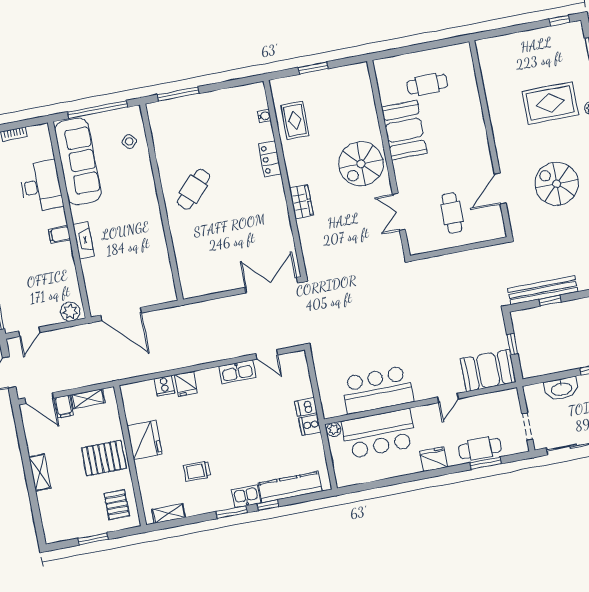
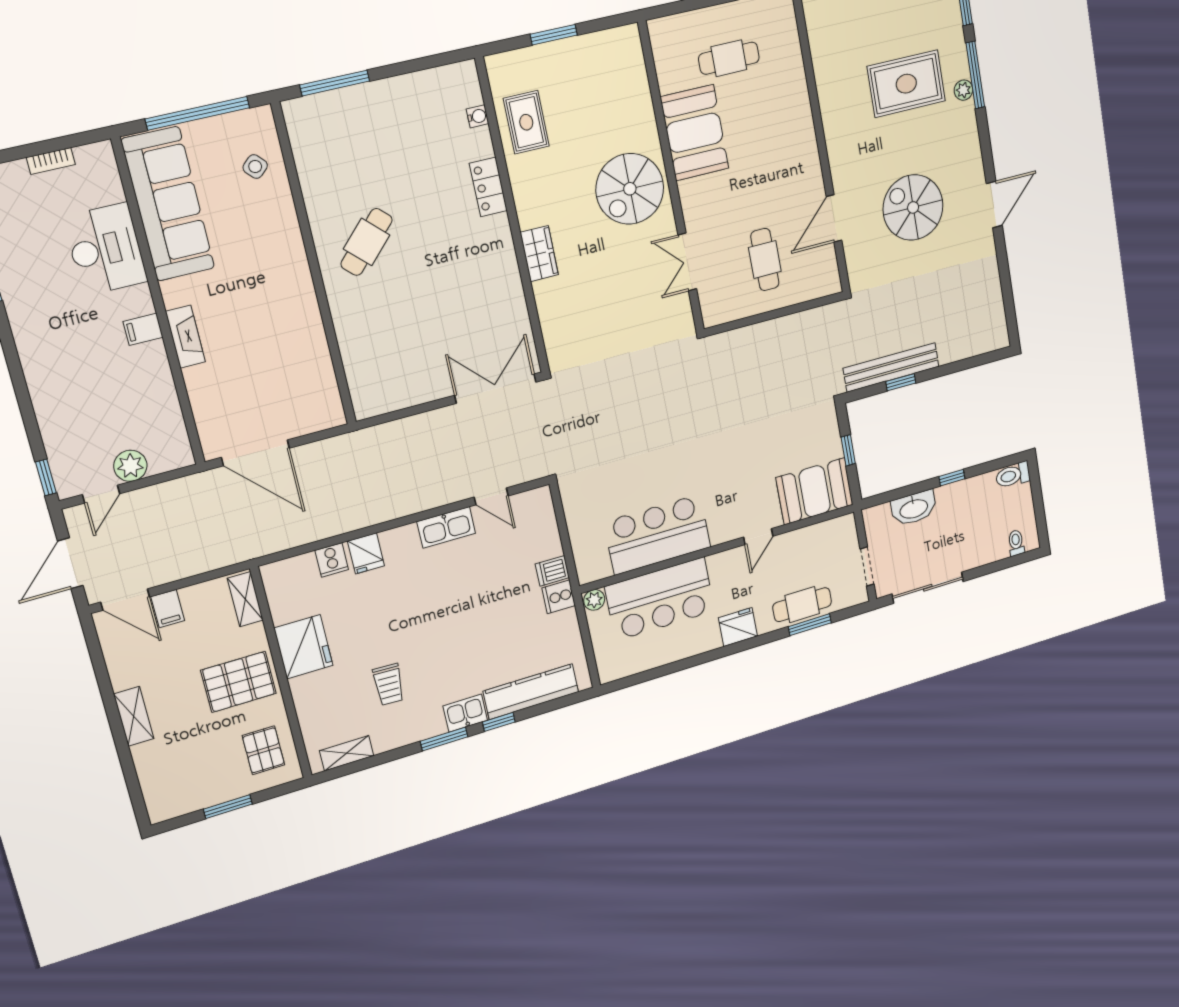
plant: (70, 312) -> (130, 466), moved
shelving: (88, 399) -> (245, 599), moved, turned 90
trolley: (197, 471) -> (389, 685), turned -88

